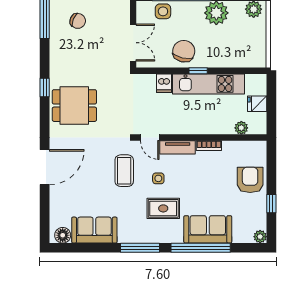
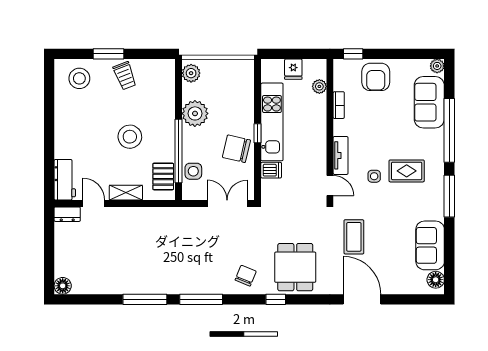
chair: (78, 21) -> (246, 276), moved
door: (150, 138) -> (330, 186), hinge flipped
bookcase: (209, 146) -> (339, 105), moved
coffee table: (124, 171) -> (354, 237), moved, turned 90
armchair: (250, 180) -> (376, 77), turned -90
window: (271, 204) -> (353, 54), moved
rug: (163, 208) -> (407, 171), turned 90
sofa: (208, 229) -> (429, 102), moved

